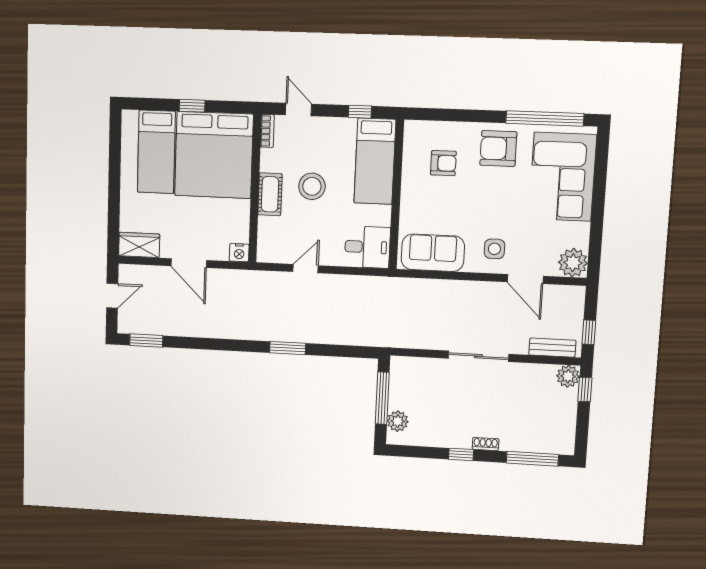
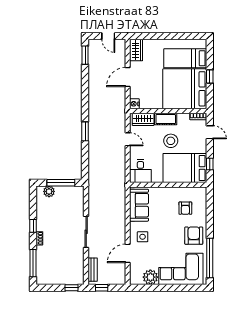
door: (298, 110) -> (210, 132), hinge flipped
bed: (375, 161) -> (185, 168), width x1.50
wardrobe: (269, 237) -> (143, 119), added
plant: (573, 263) -> (150, 277), moved
plant: (568, 376) -> (78, 279), removed

